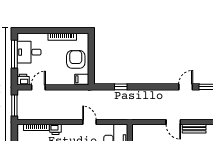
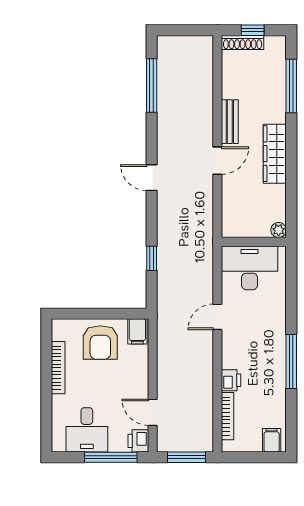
window: (14, 54) -> (111, 457), moved
armchair: (76, 59) -> (100, 342), turned -90
door: (186, 87) -> (152, 178), moved

